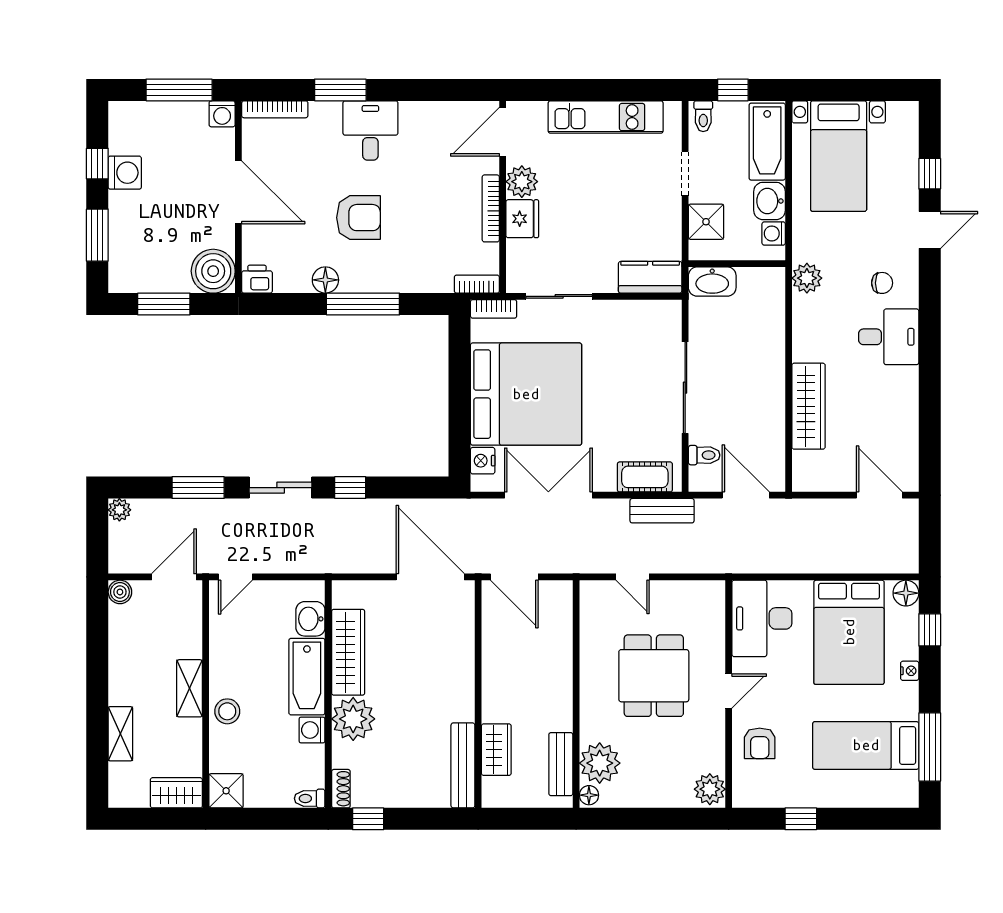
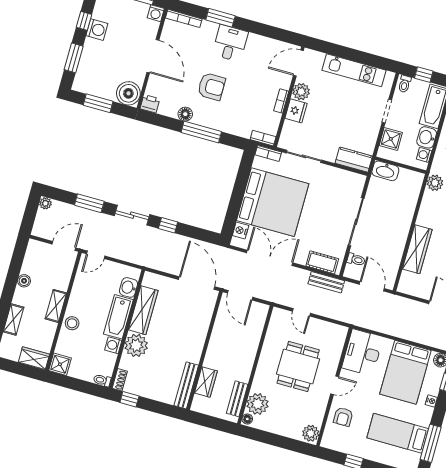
bookcase: (491, 208) -> (281, 101), width x0.64
boiler: (120, 592) -> (24, 281), moved

